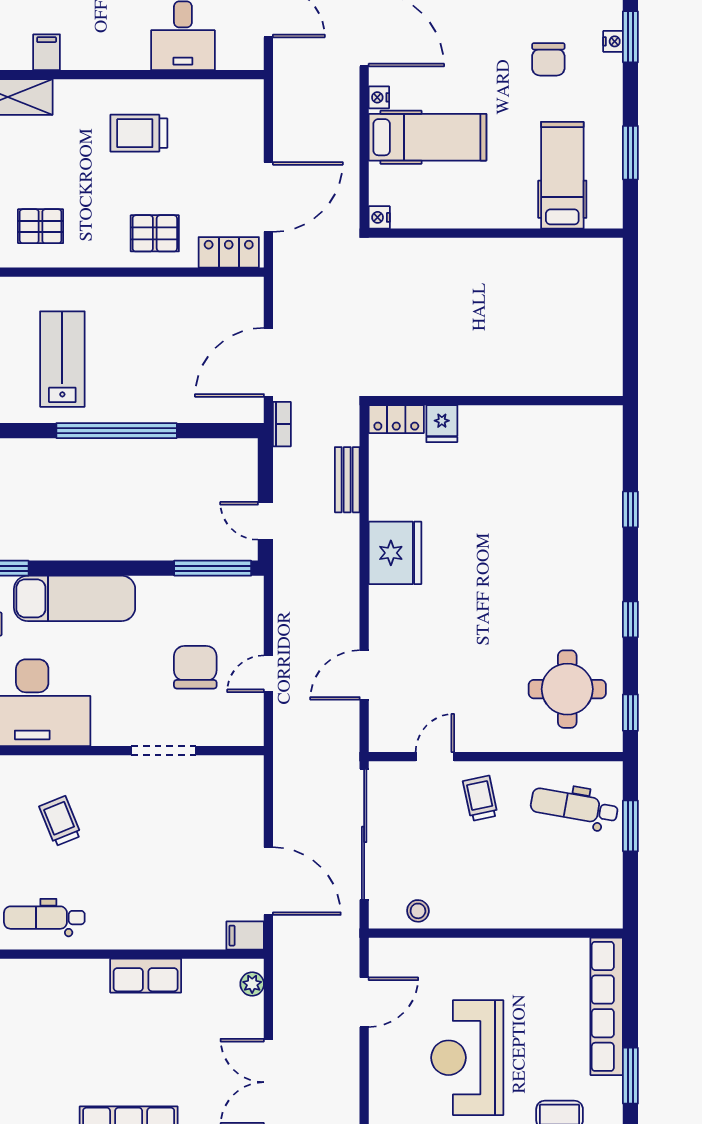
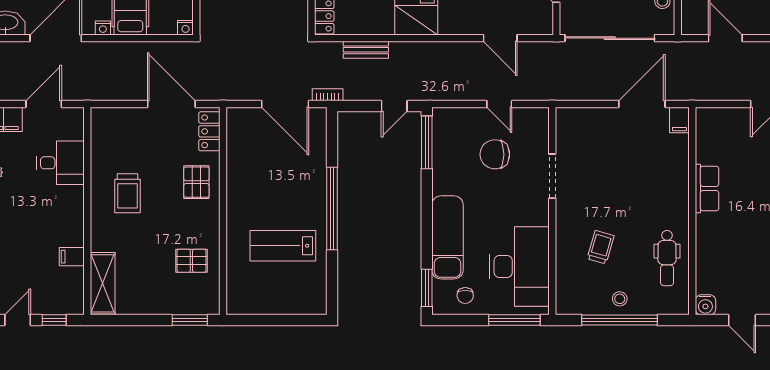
pallet: (41, 226) -> (191, 261), turned 90
trolley: (60, 821) -> (601, 247), turned 128
plant: (252, 984) -> (713, 115), removed

